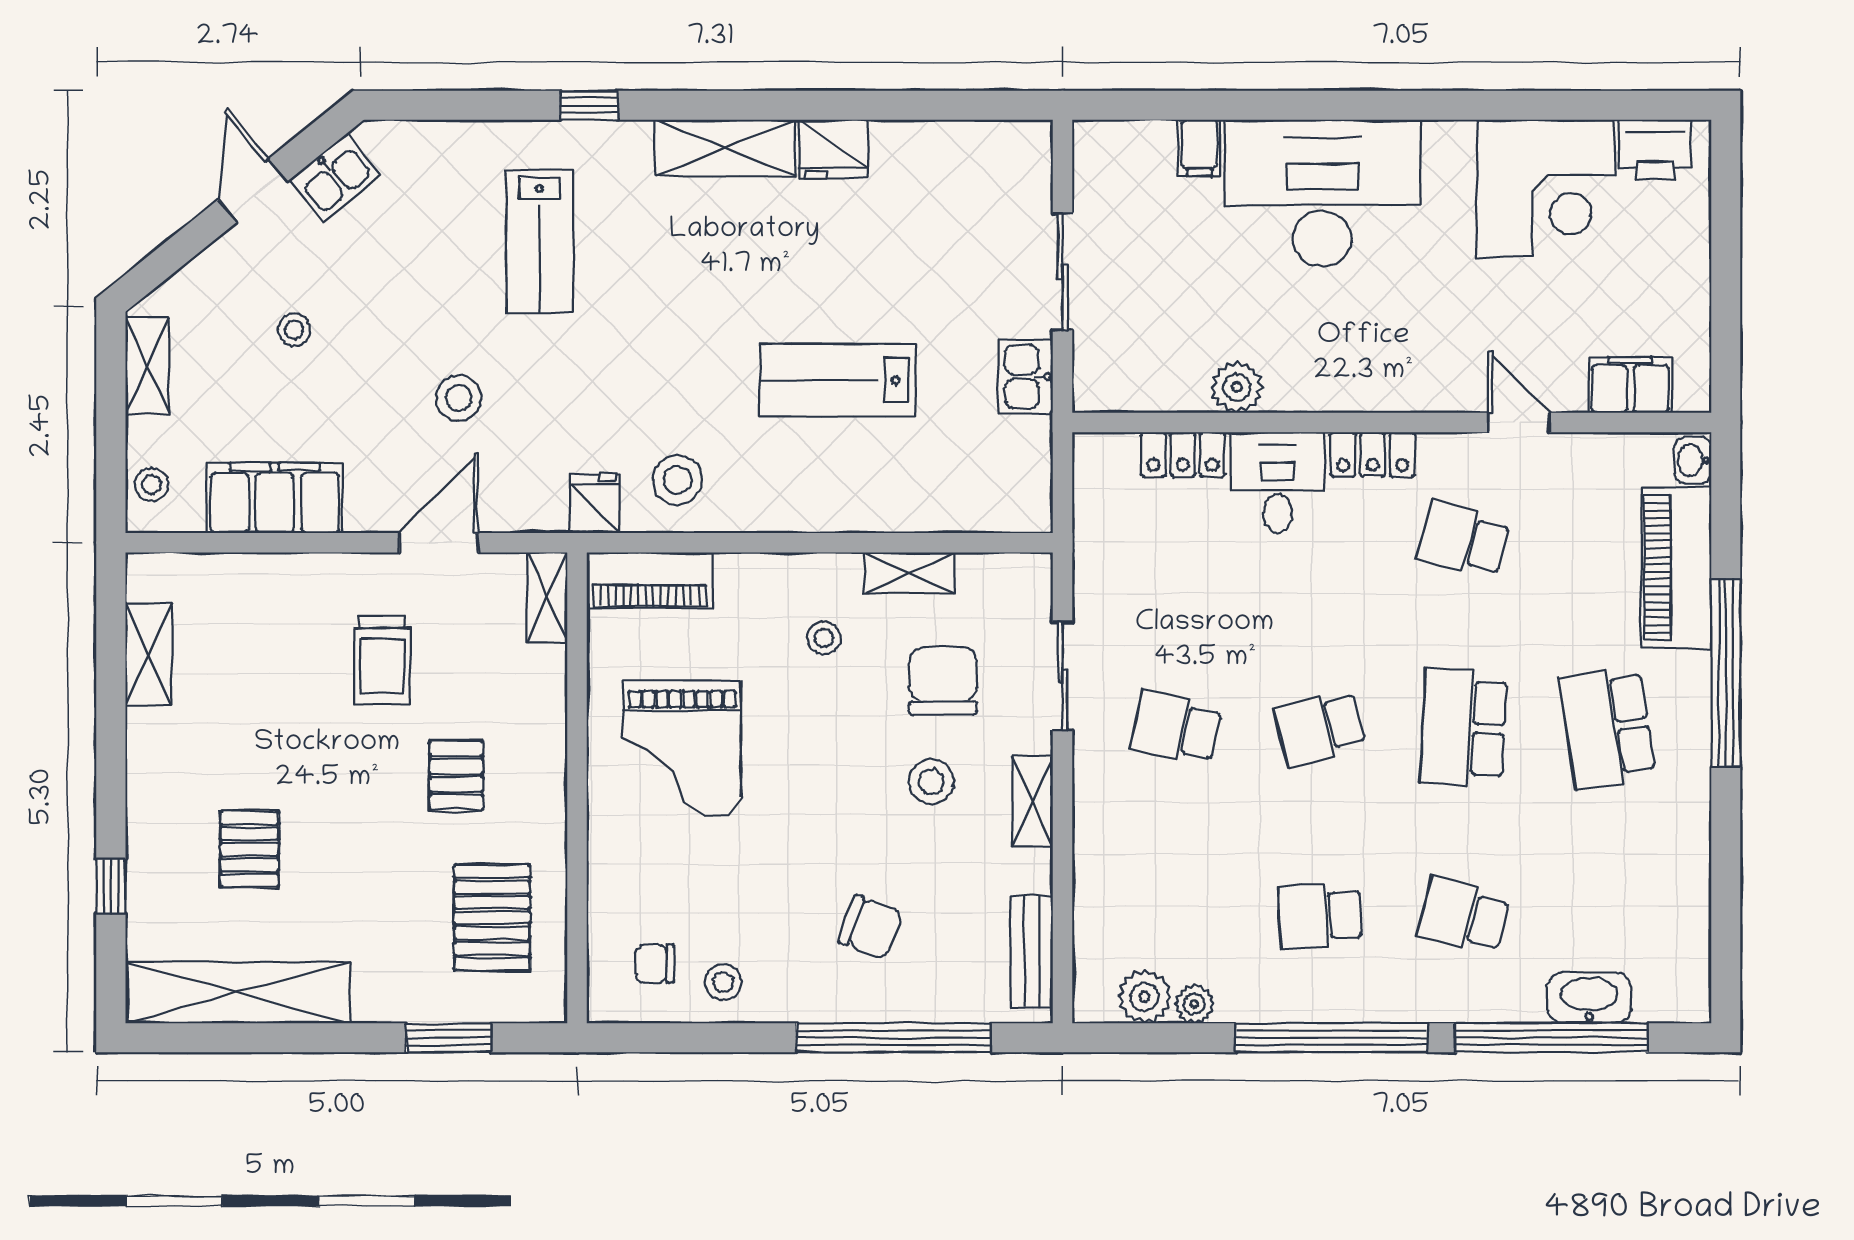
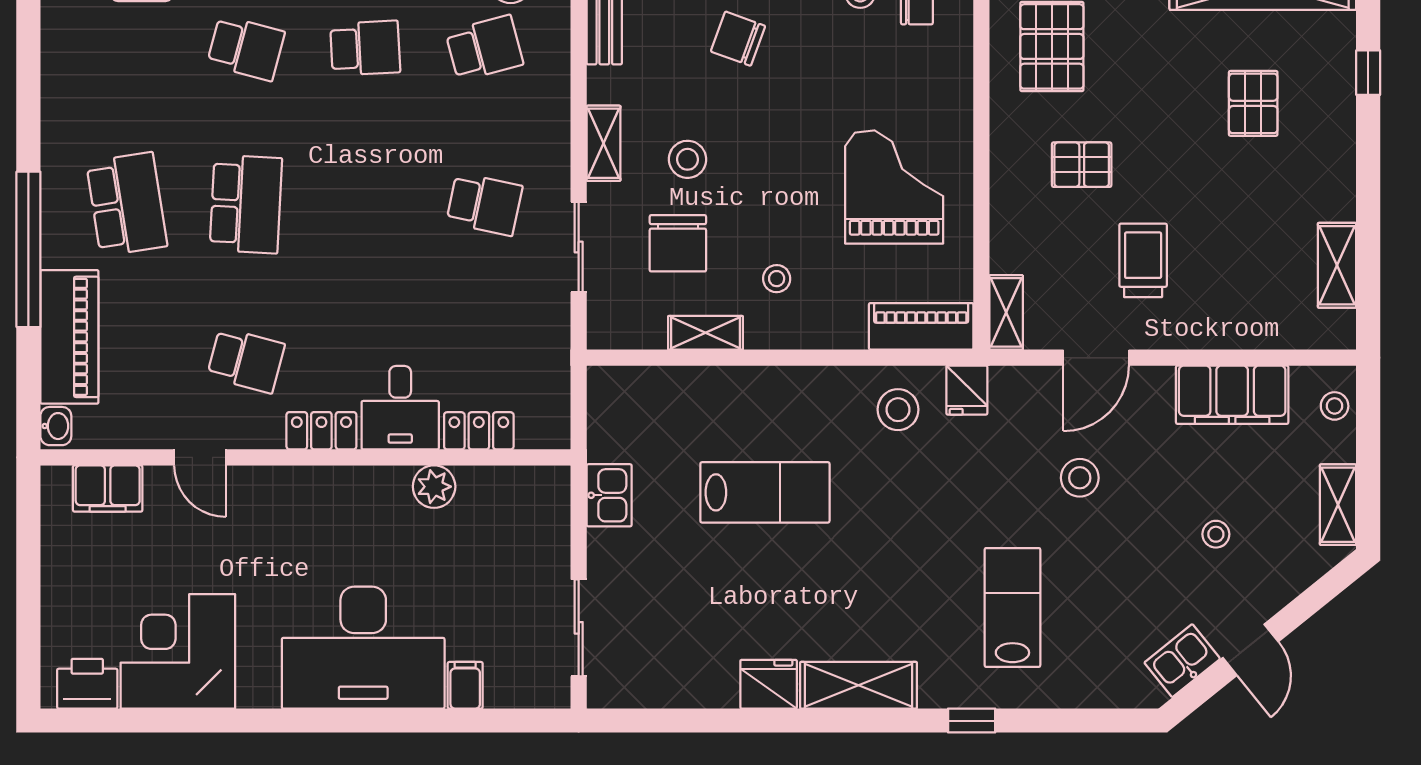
sliding door: (1063, 272) -> (579, 628), moved
school desk: (1320, 728) -> (484, 48), moved
pallet: (456, 775) -> (1082, 165), turned 90

